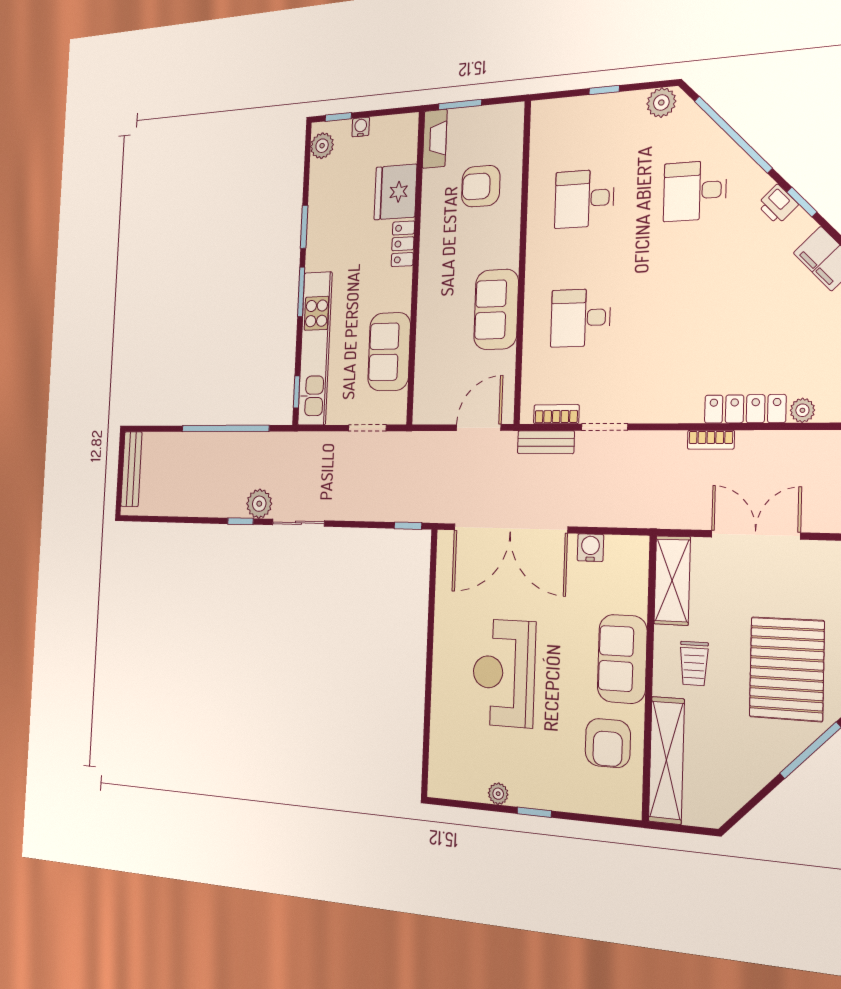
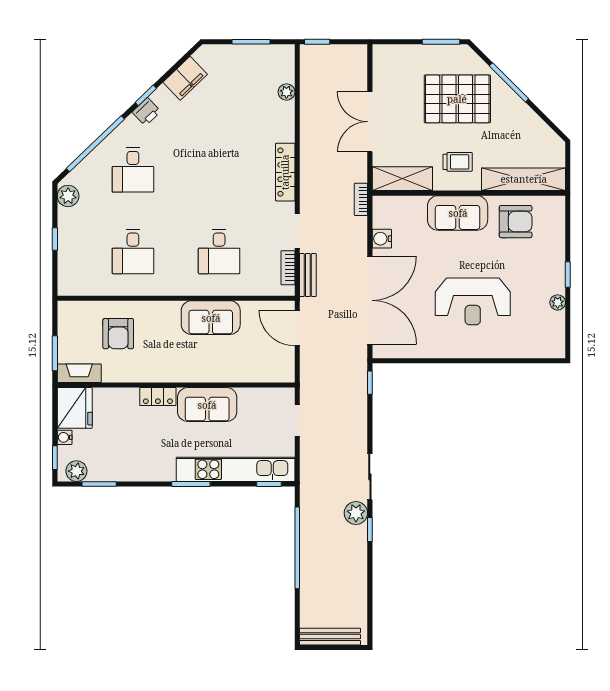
fridge: (395, 192) -> (75, 408), moved, turned -90
window: (304, 227) -> (99, 484), moved
sofa: (389, 352) -> (207, 405), moved
locker: (745, 409) -> (285, 172), moved
bookcase: (711, 440) -> (361, 199), moved, turned 180

